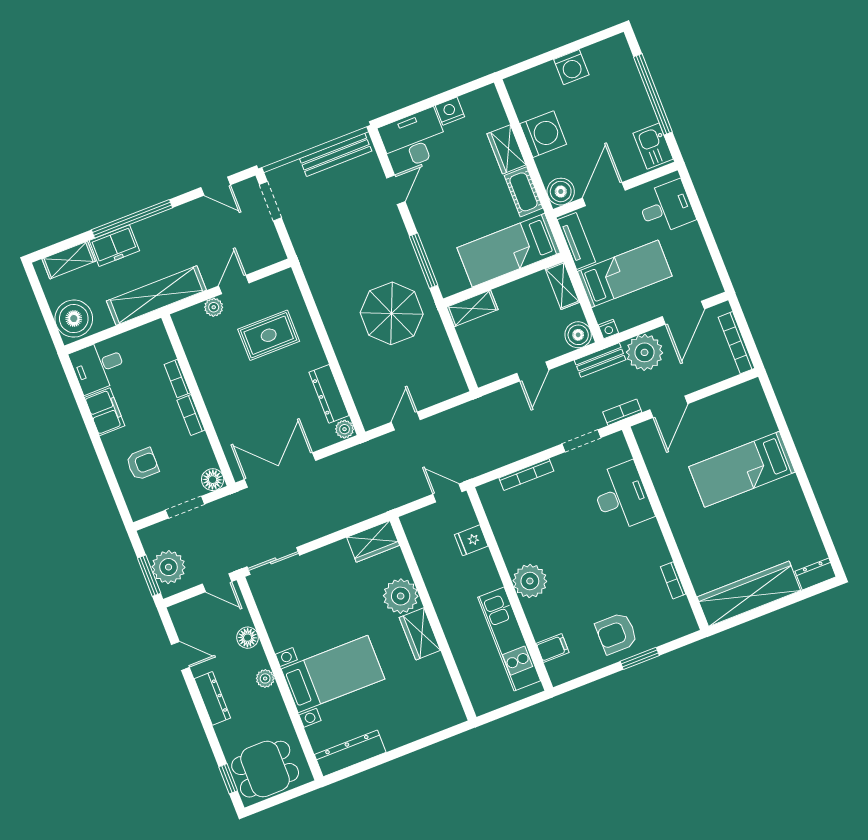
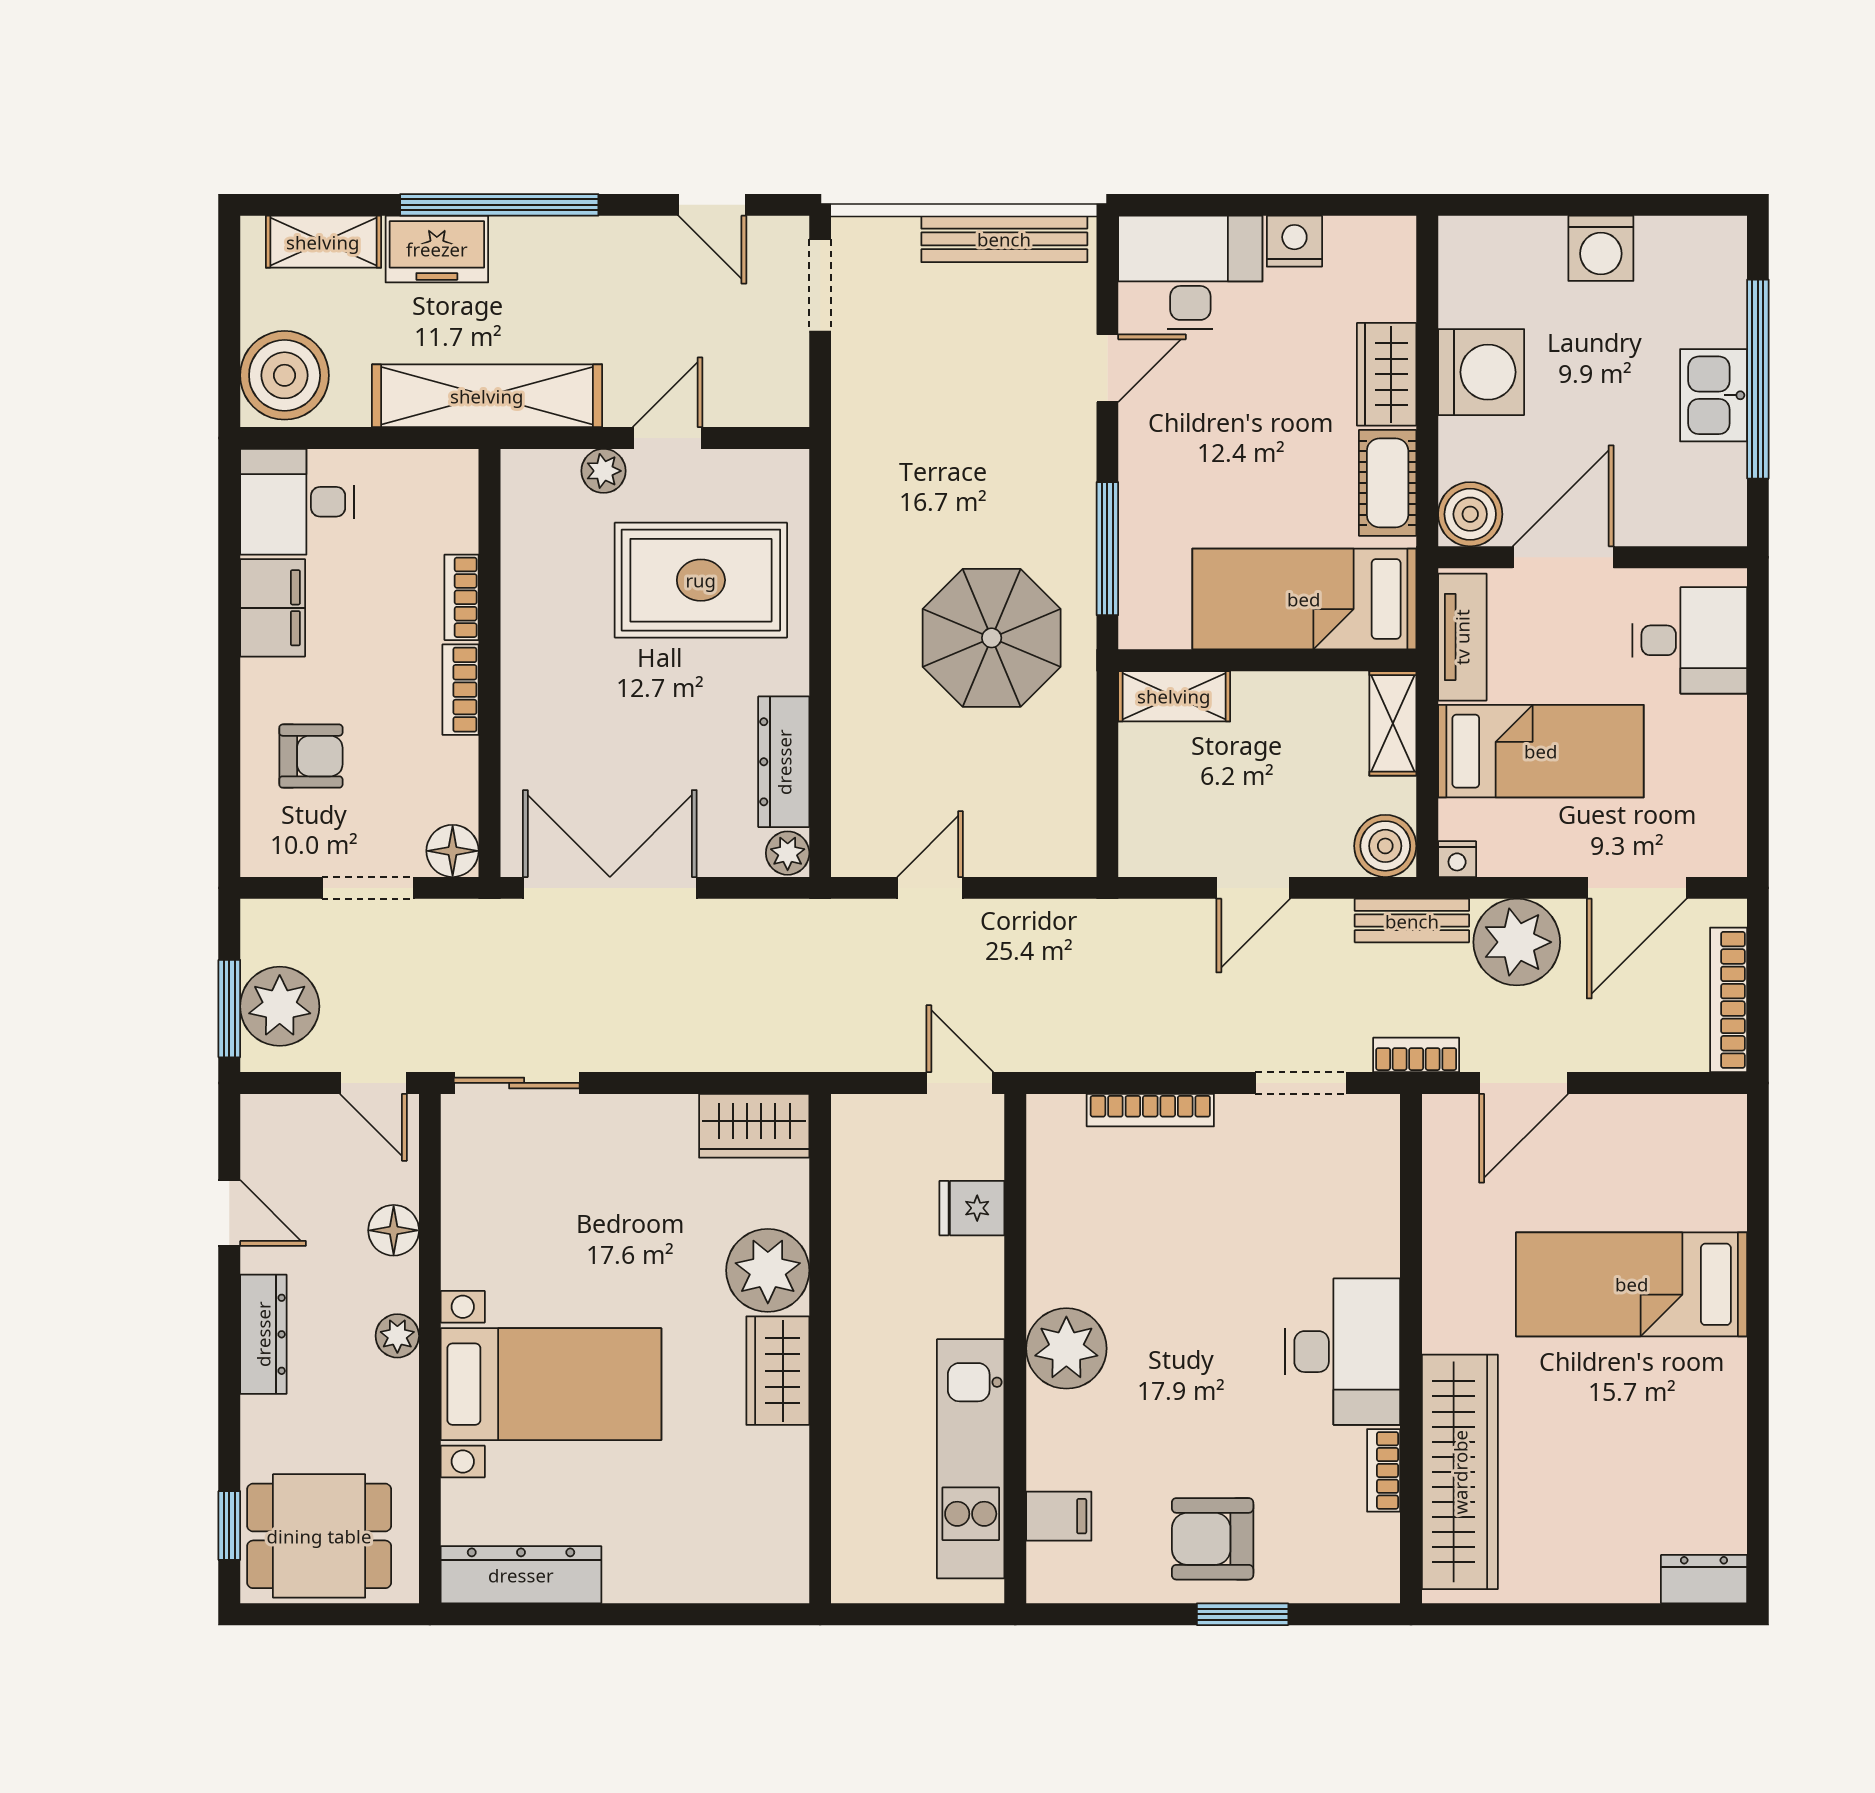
kitchen sink: (653, 146) -> (1714, 395), moved
rug: (269, 335) -> (701, 580), width x1.36, depth x1.43
desk: (622, 497) -> (1343, 1352), moved
wardrobe: (749, 594) -> (1460, 1472), moved, turned 90

